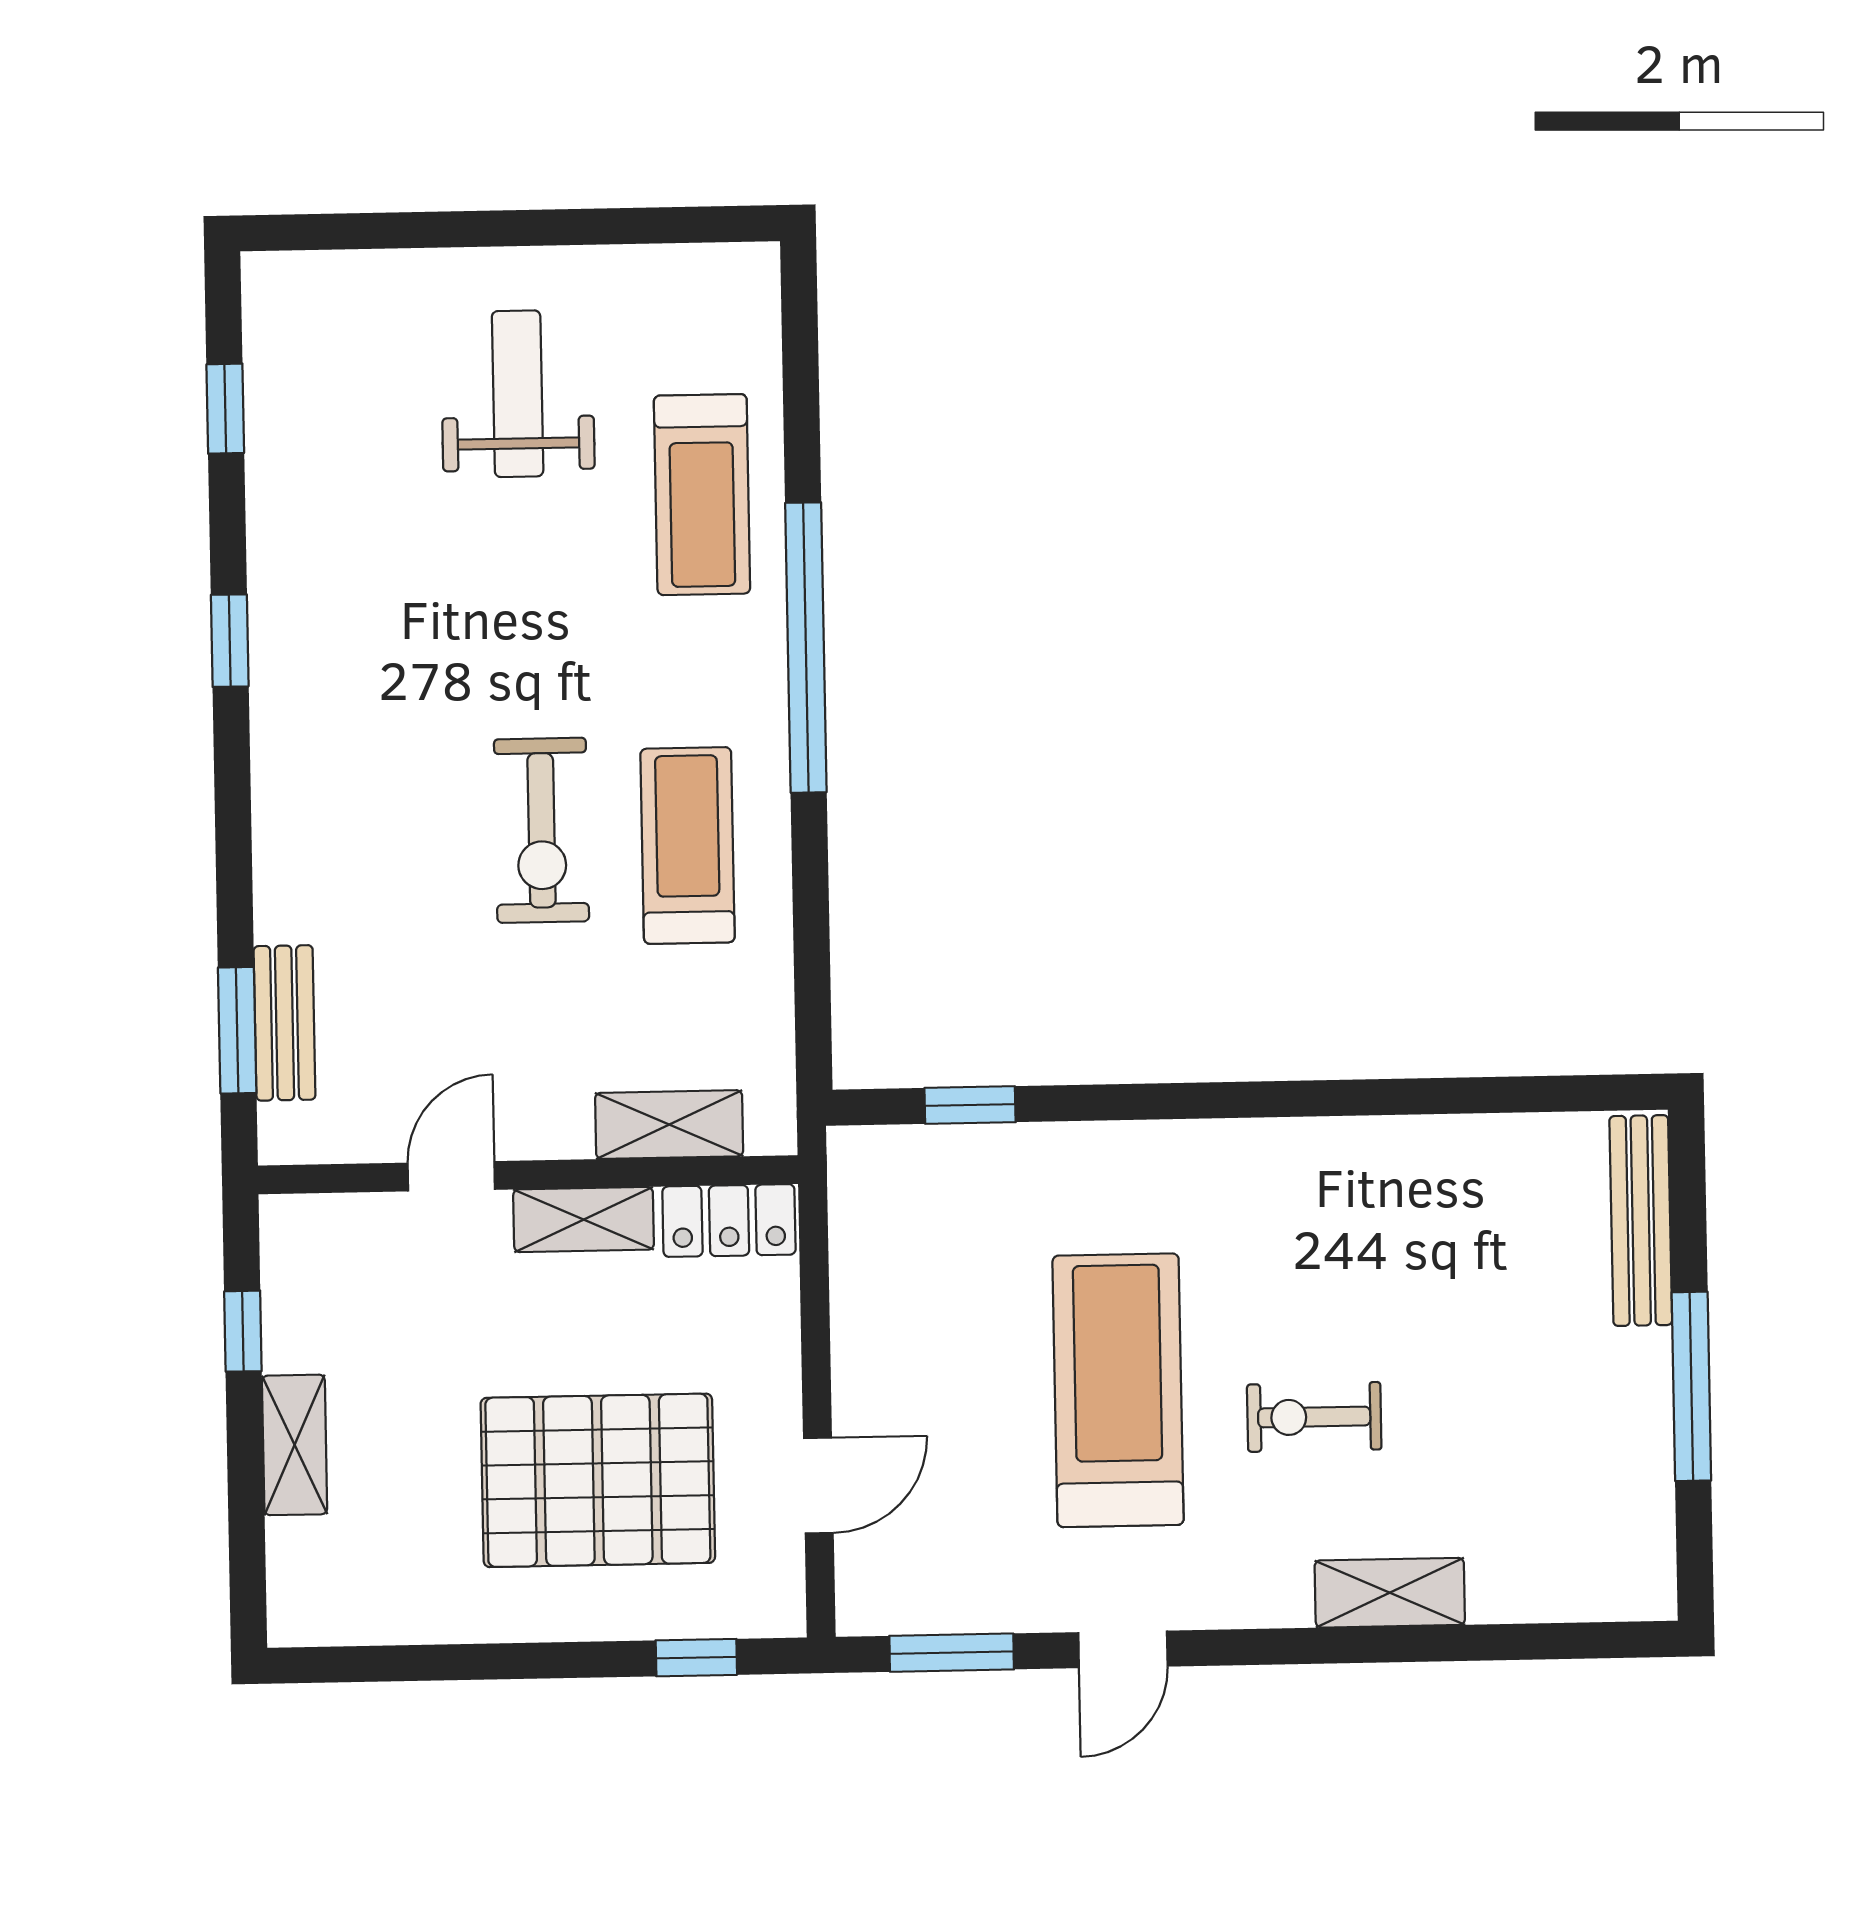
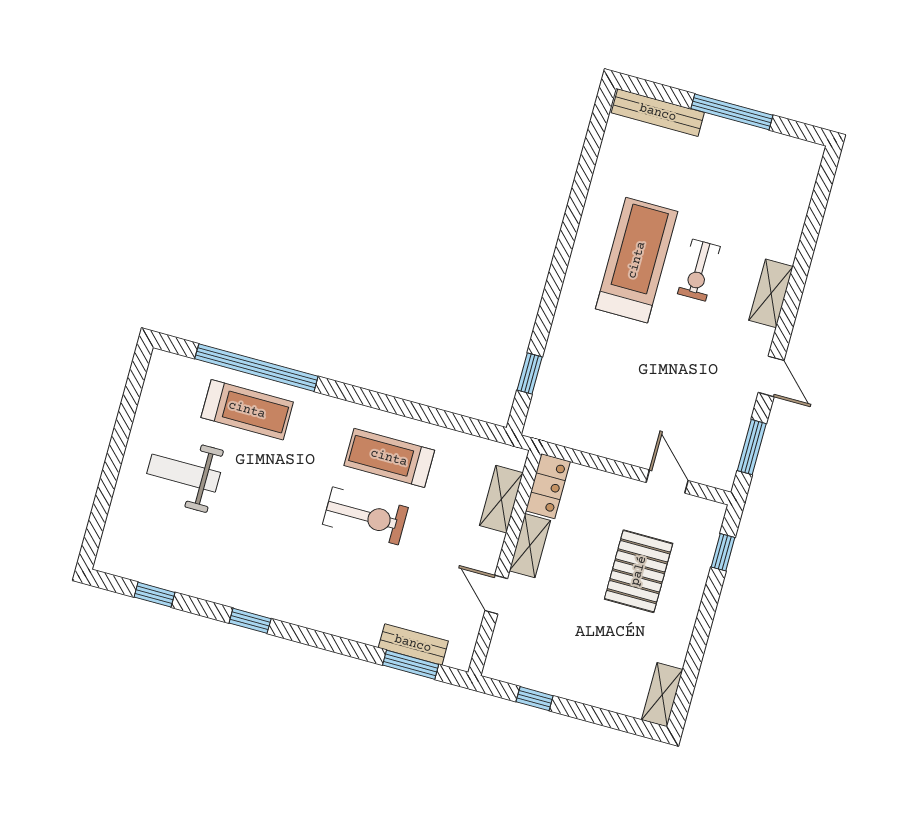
window: (806, 648) -> (256, 368), moved
treadmill: (1118, 1390) -> (637, 260), moved, turned 90
shelving: (295, 1445) -> (662, 695), moved, turned 90
pallet: (598, 1480) -> (639, 571), width x0.73, depth x0.71
shelving: (1390, 1593) -> (771, 293), moved

